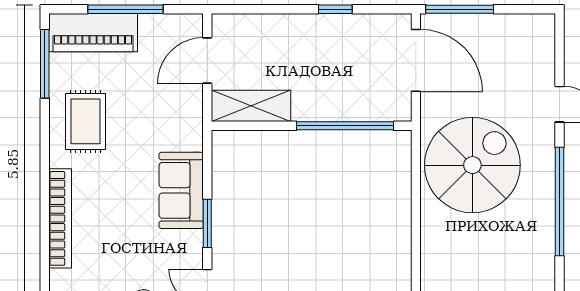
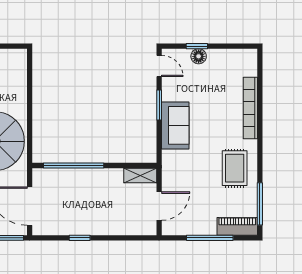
piano: (93, 33) -> (237, 226), width x0.73, depth x0.75
shelving: (251, 106) -> (140, 175), width x0.67, depth x0.75

